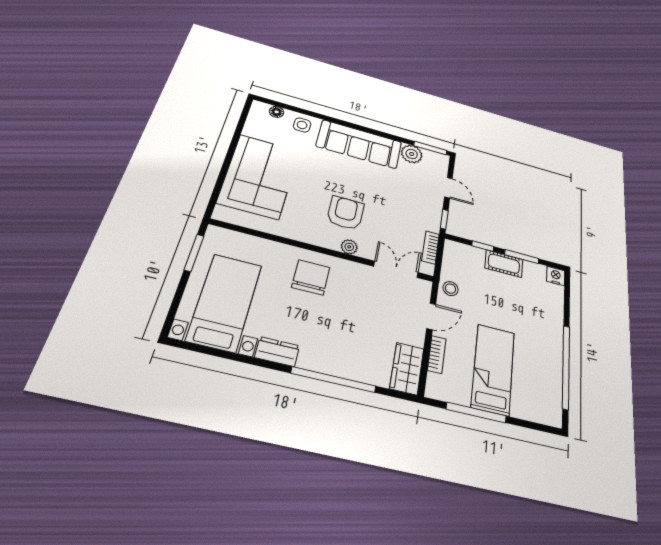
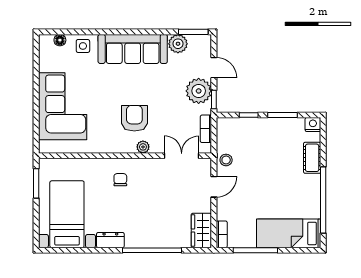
plant: (428, 206) -> (199, 91), added
cot: (504, 264) -> (312, 158), moved, turned 90
chair: (311, 277) -> (120, 180), width x0.54, depth x0.54
bookcase: (437, 354) -> (222, 234), moved
bed: (493, 369) -> (289, 233), moved, turned -90

